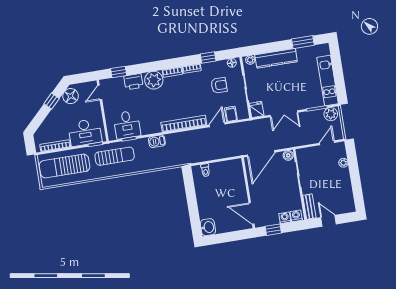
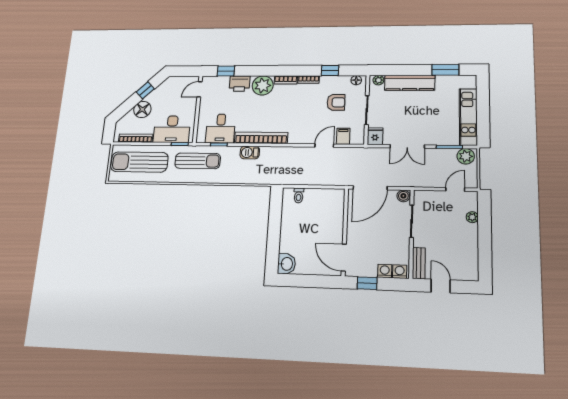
floor lamp: (71, 96) -> (142, 109), moved
bookcase: (184, 124) -> (261, 138), moved

